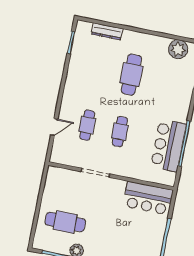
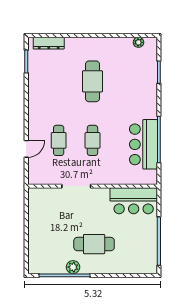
dresser: (107, 31) -> (49, 43), moved
plant: (178, 49) -> (138, 42), width x0.53, depth x0.53
cafe table: (65, 222) -> (94, 244), moved

